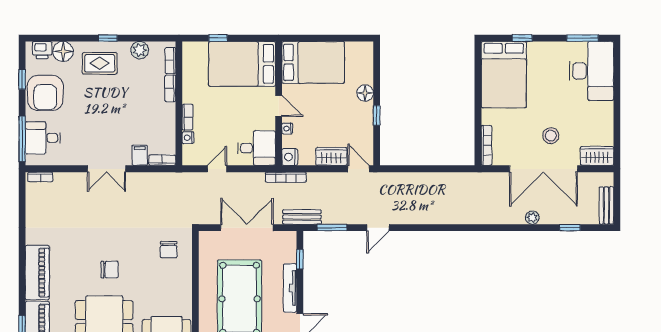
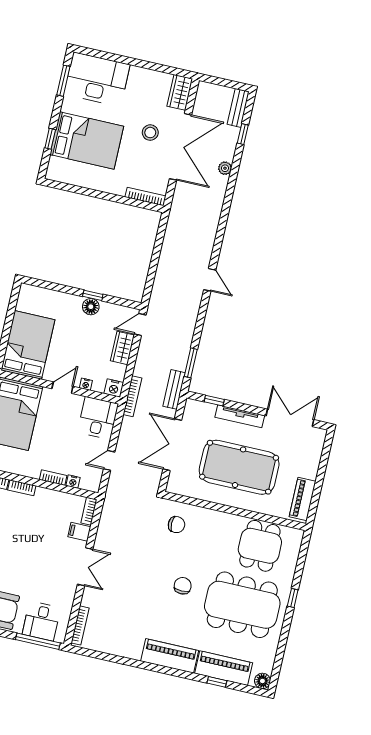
bed: (504, 75) -> (87, 140), moved
floor lamp: (365, 93) -> (91, 307), moved
door: (217, 169) -> (109, 460), hinge flipped
bookcase: (40, 177) -> (80, 625), width x1.56
bench: (606, 206) -> (238, 108), moved, turned 90
door: (378, 228) -> (210, 280), moved

